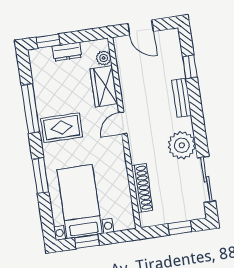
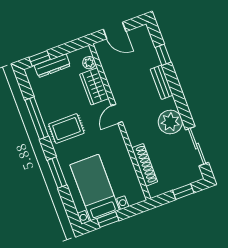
dresser: (67, 52) -> (52, 66), width x1.44

